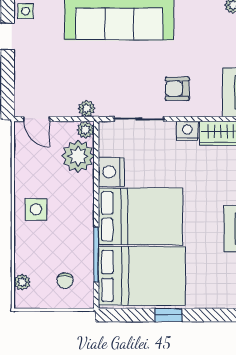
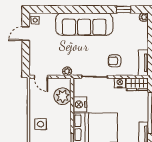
plant: (85, 130) -> (66, 82), removed

